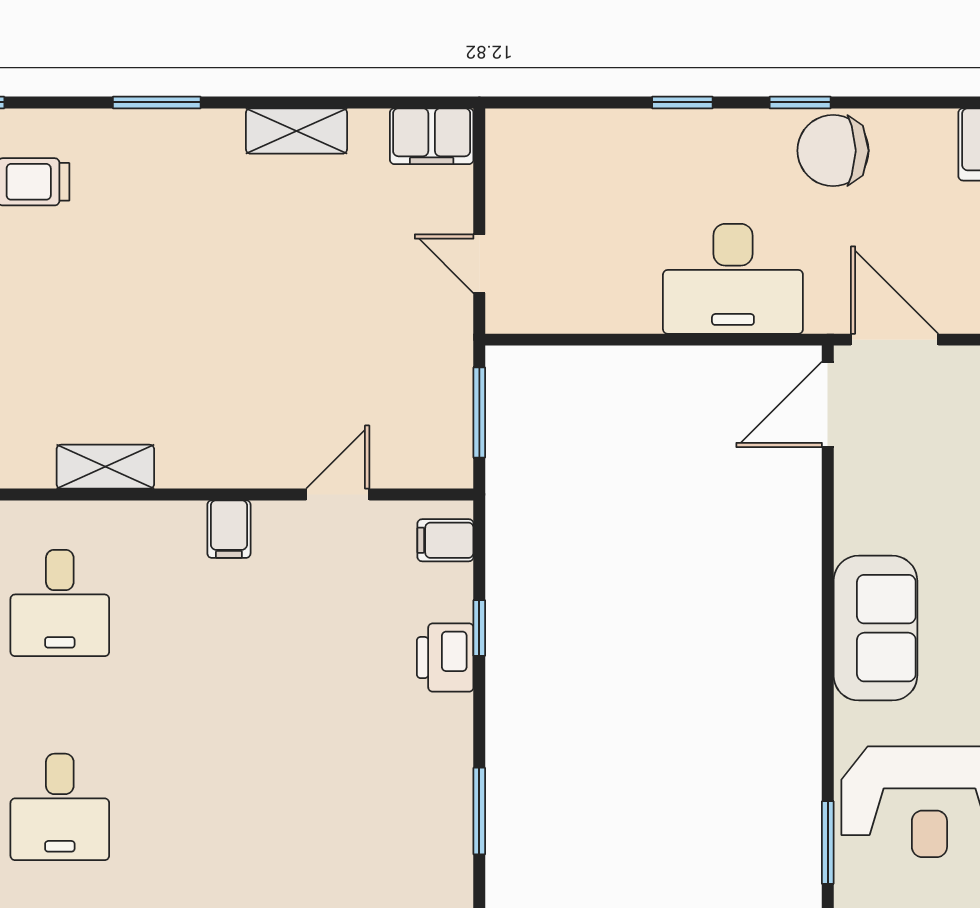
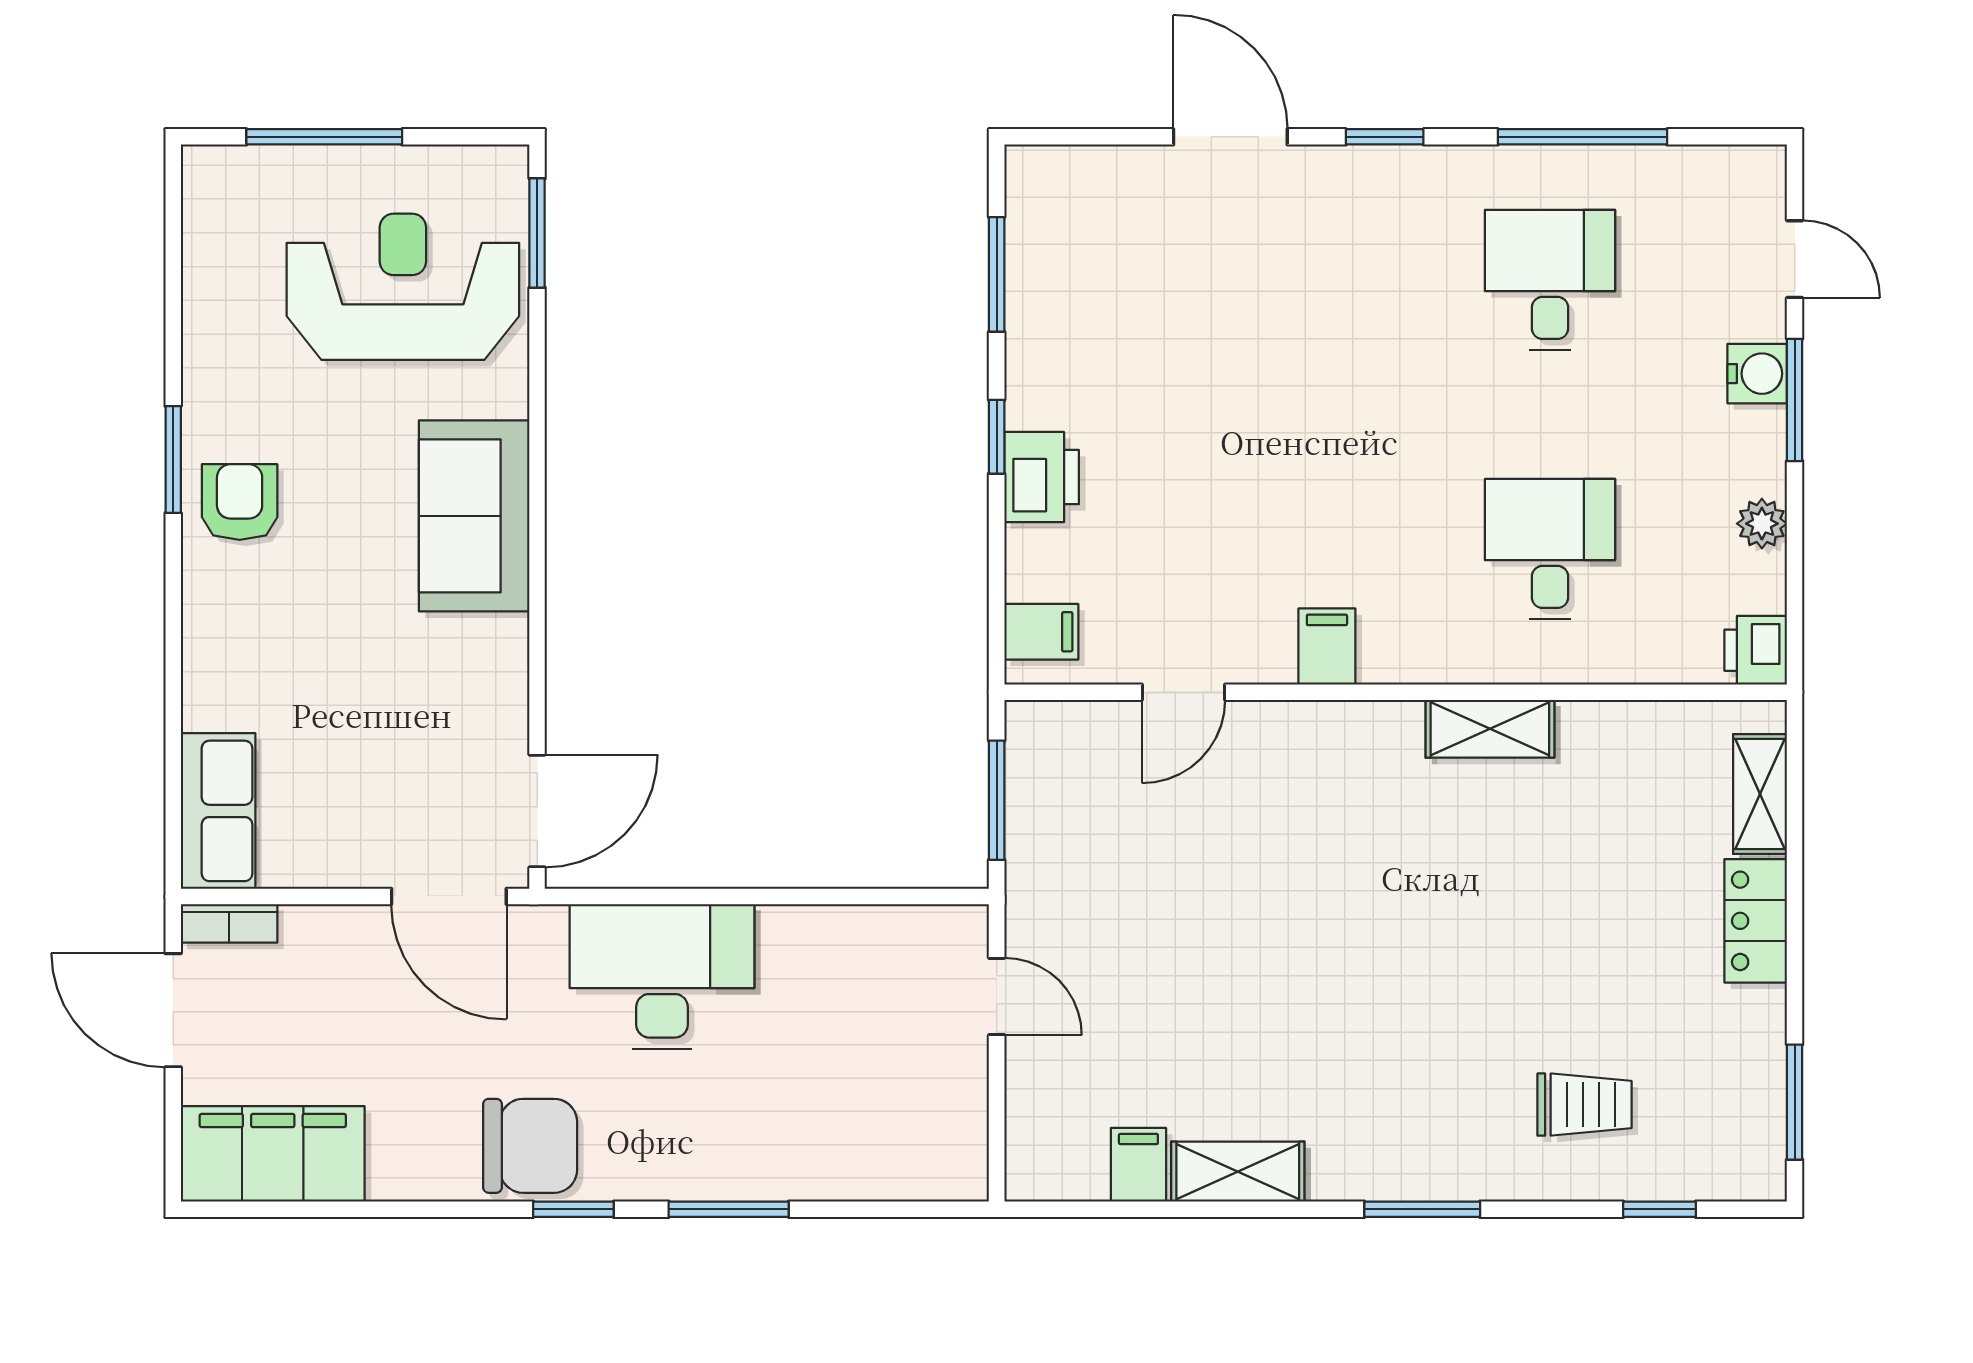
window: (682, 102) -> (729, 1209), width x1.50
filing cabinet: (432, 136) -> (1138, 1165), moved, width x0.50
window: (479, 628) -> (997, 437), moved

